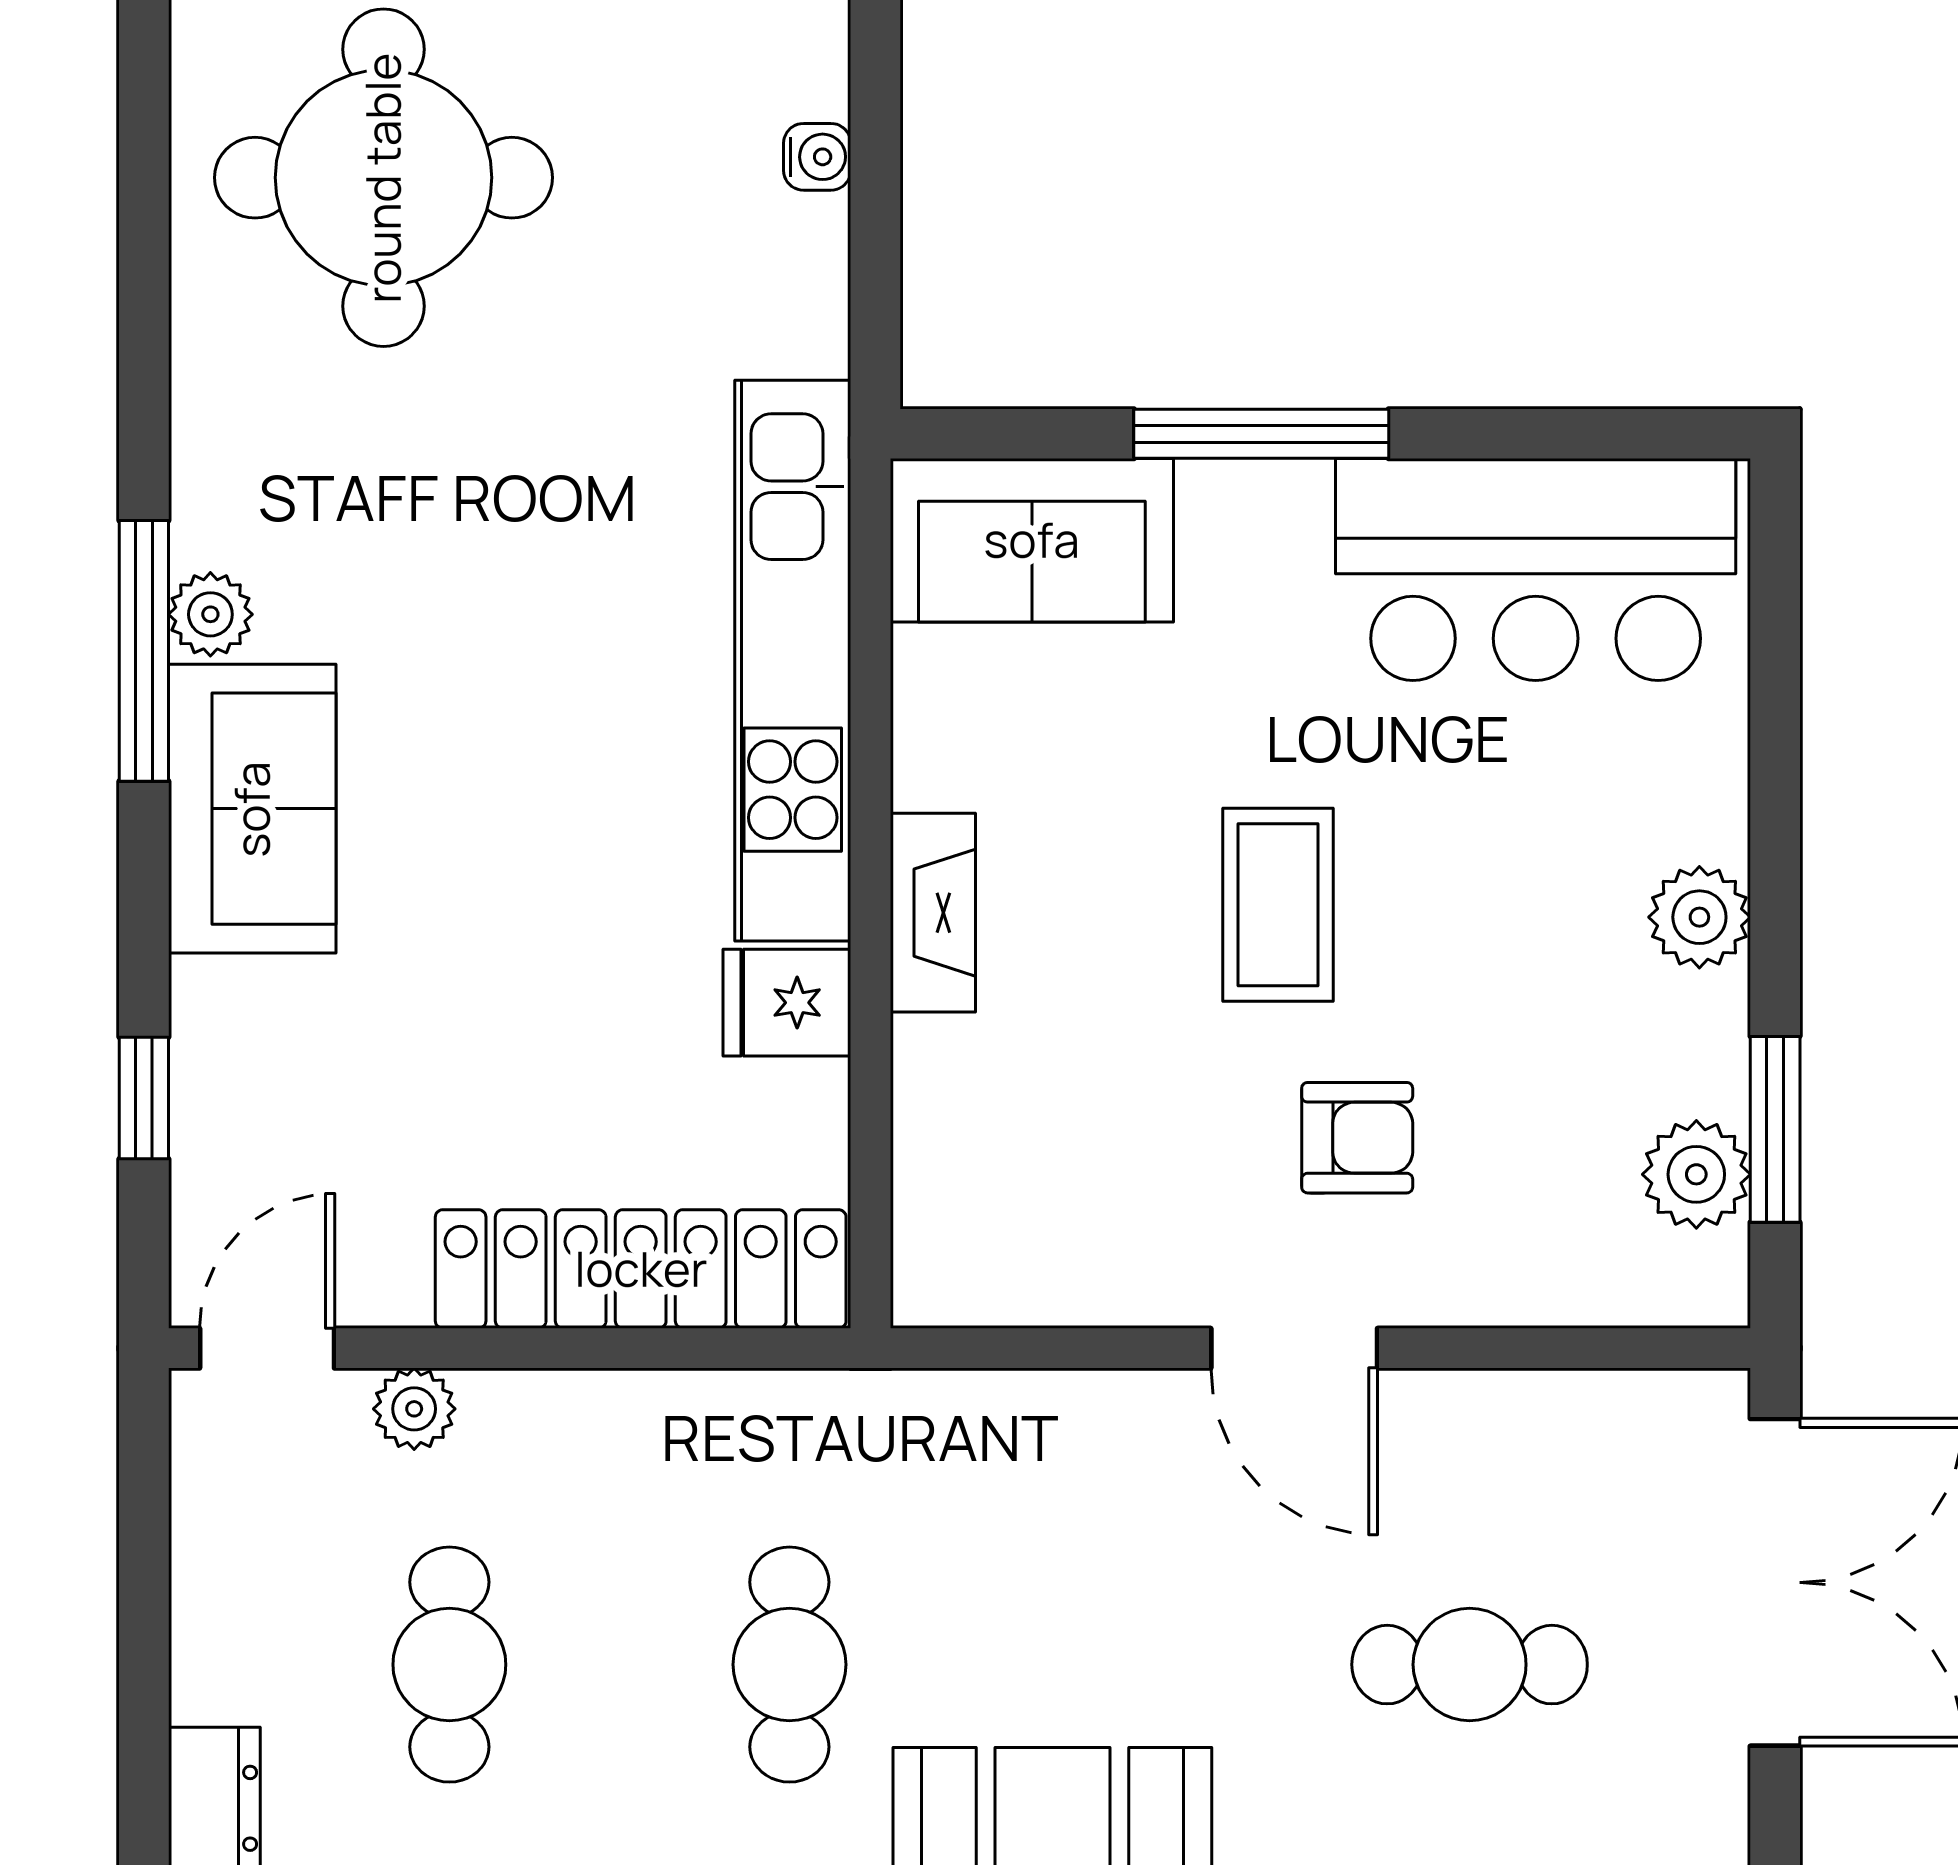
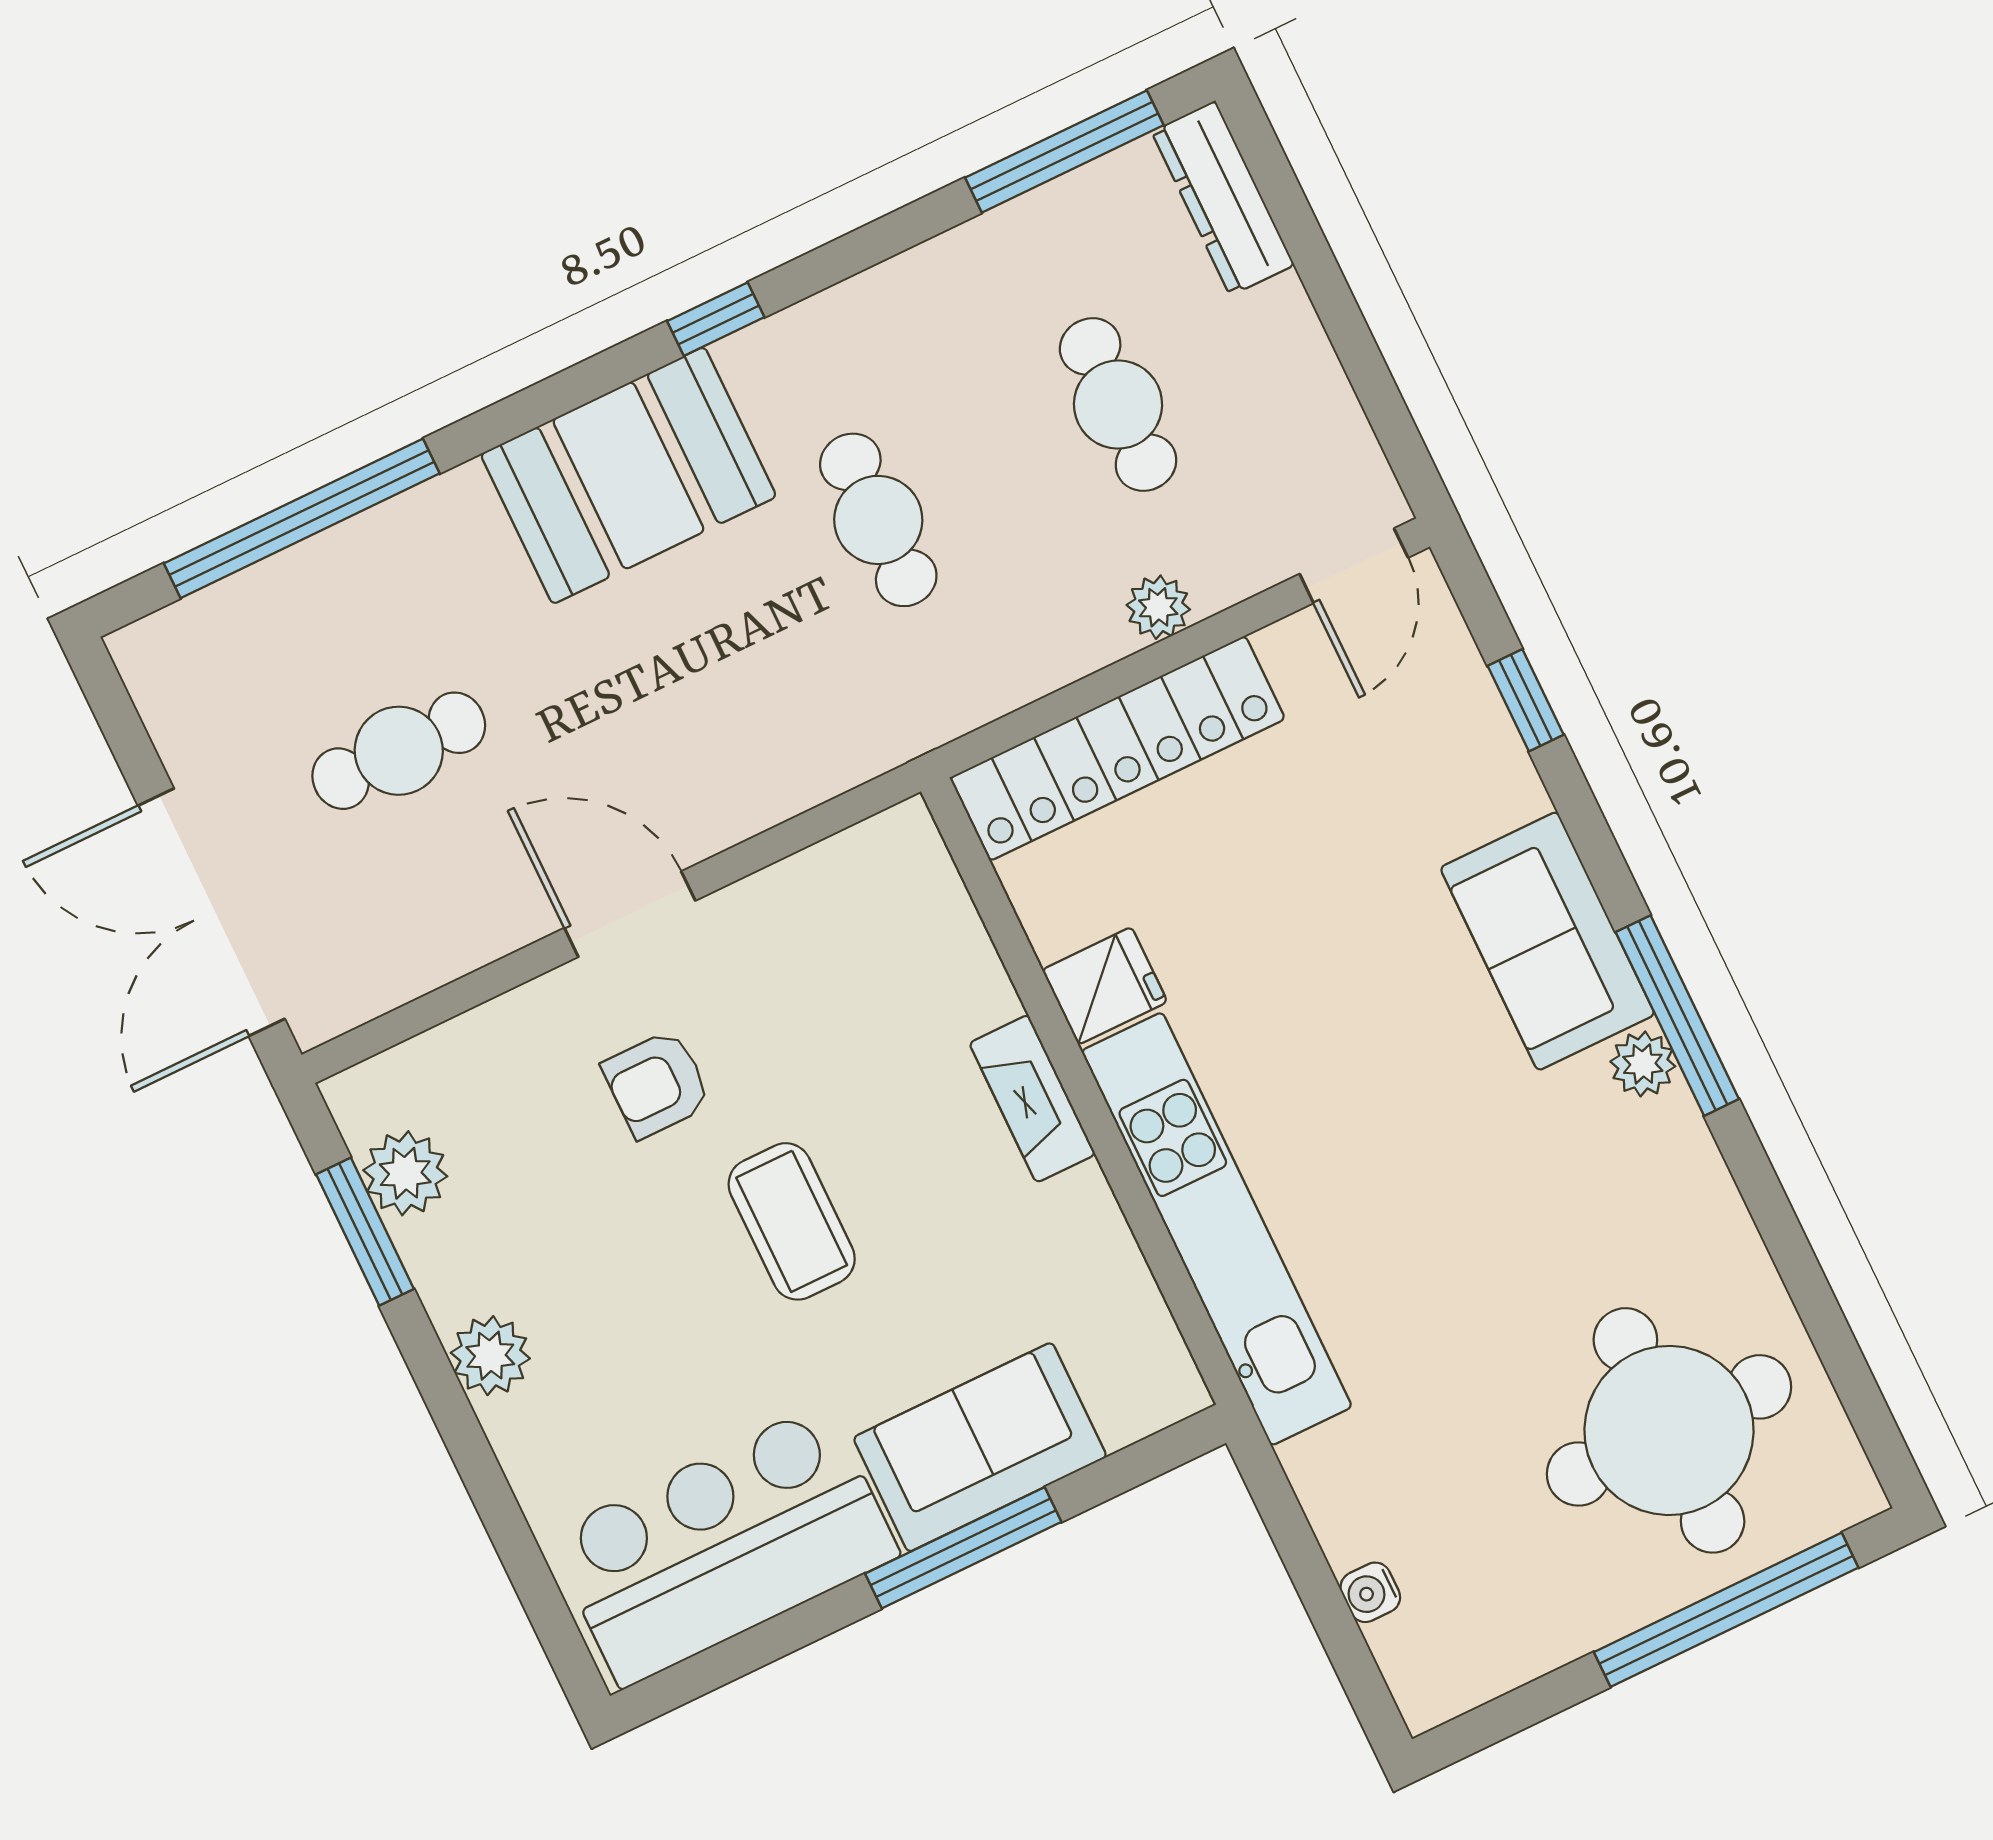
sofa: (1032, 540) -> (980, 1447), moved
plant: (414, 1409) -> (1158, 607), moved

